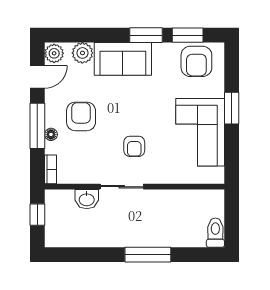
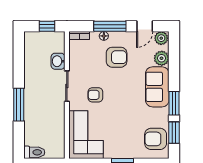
door: (37, 77) -> (145, 26), hinge flipped
corner sofa: (200, 132) -> (86, 135), moved, turned 90

